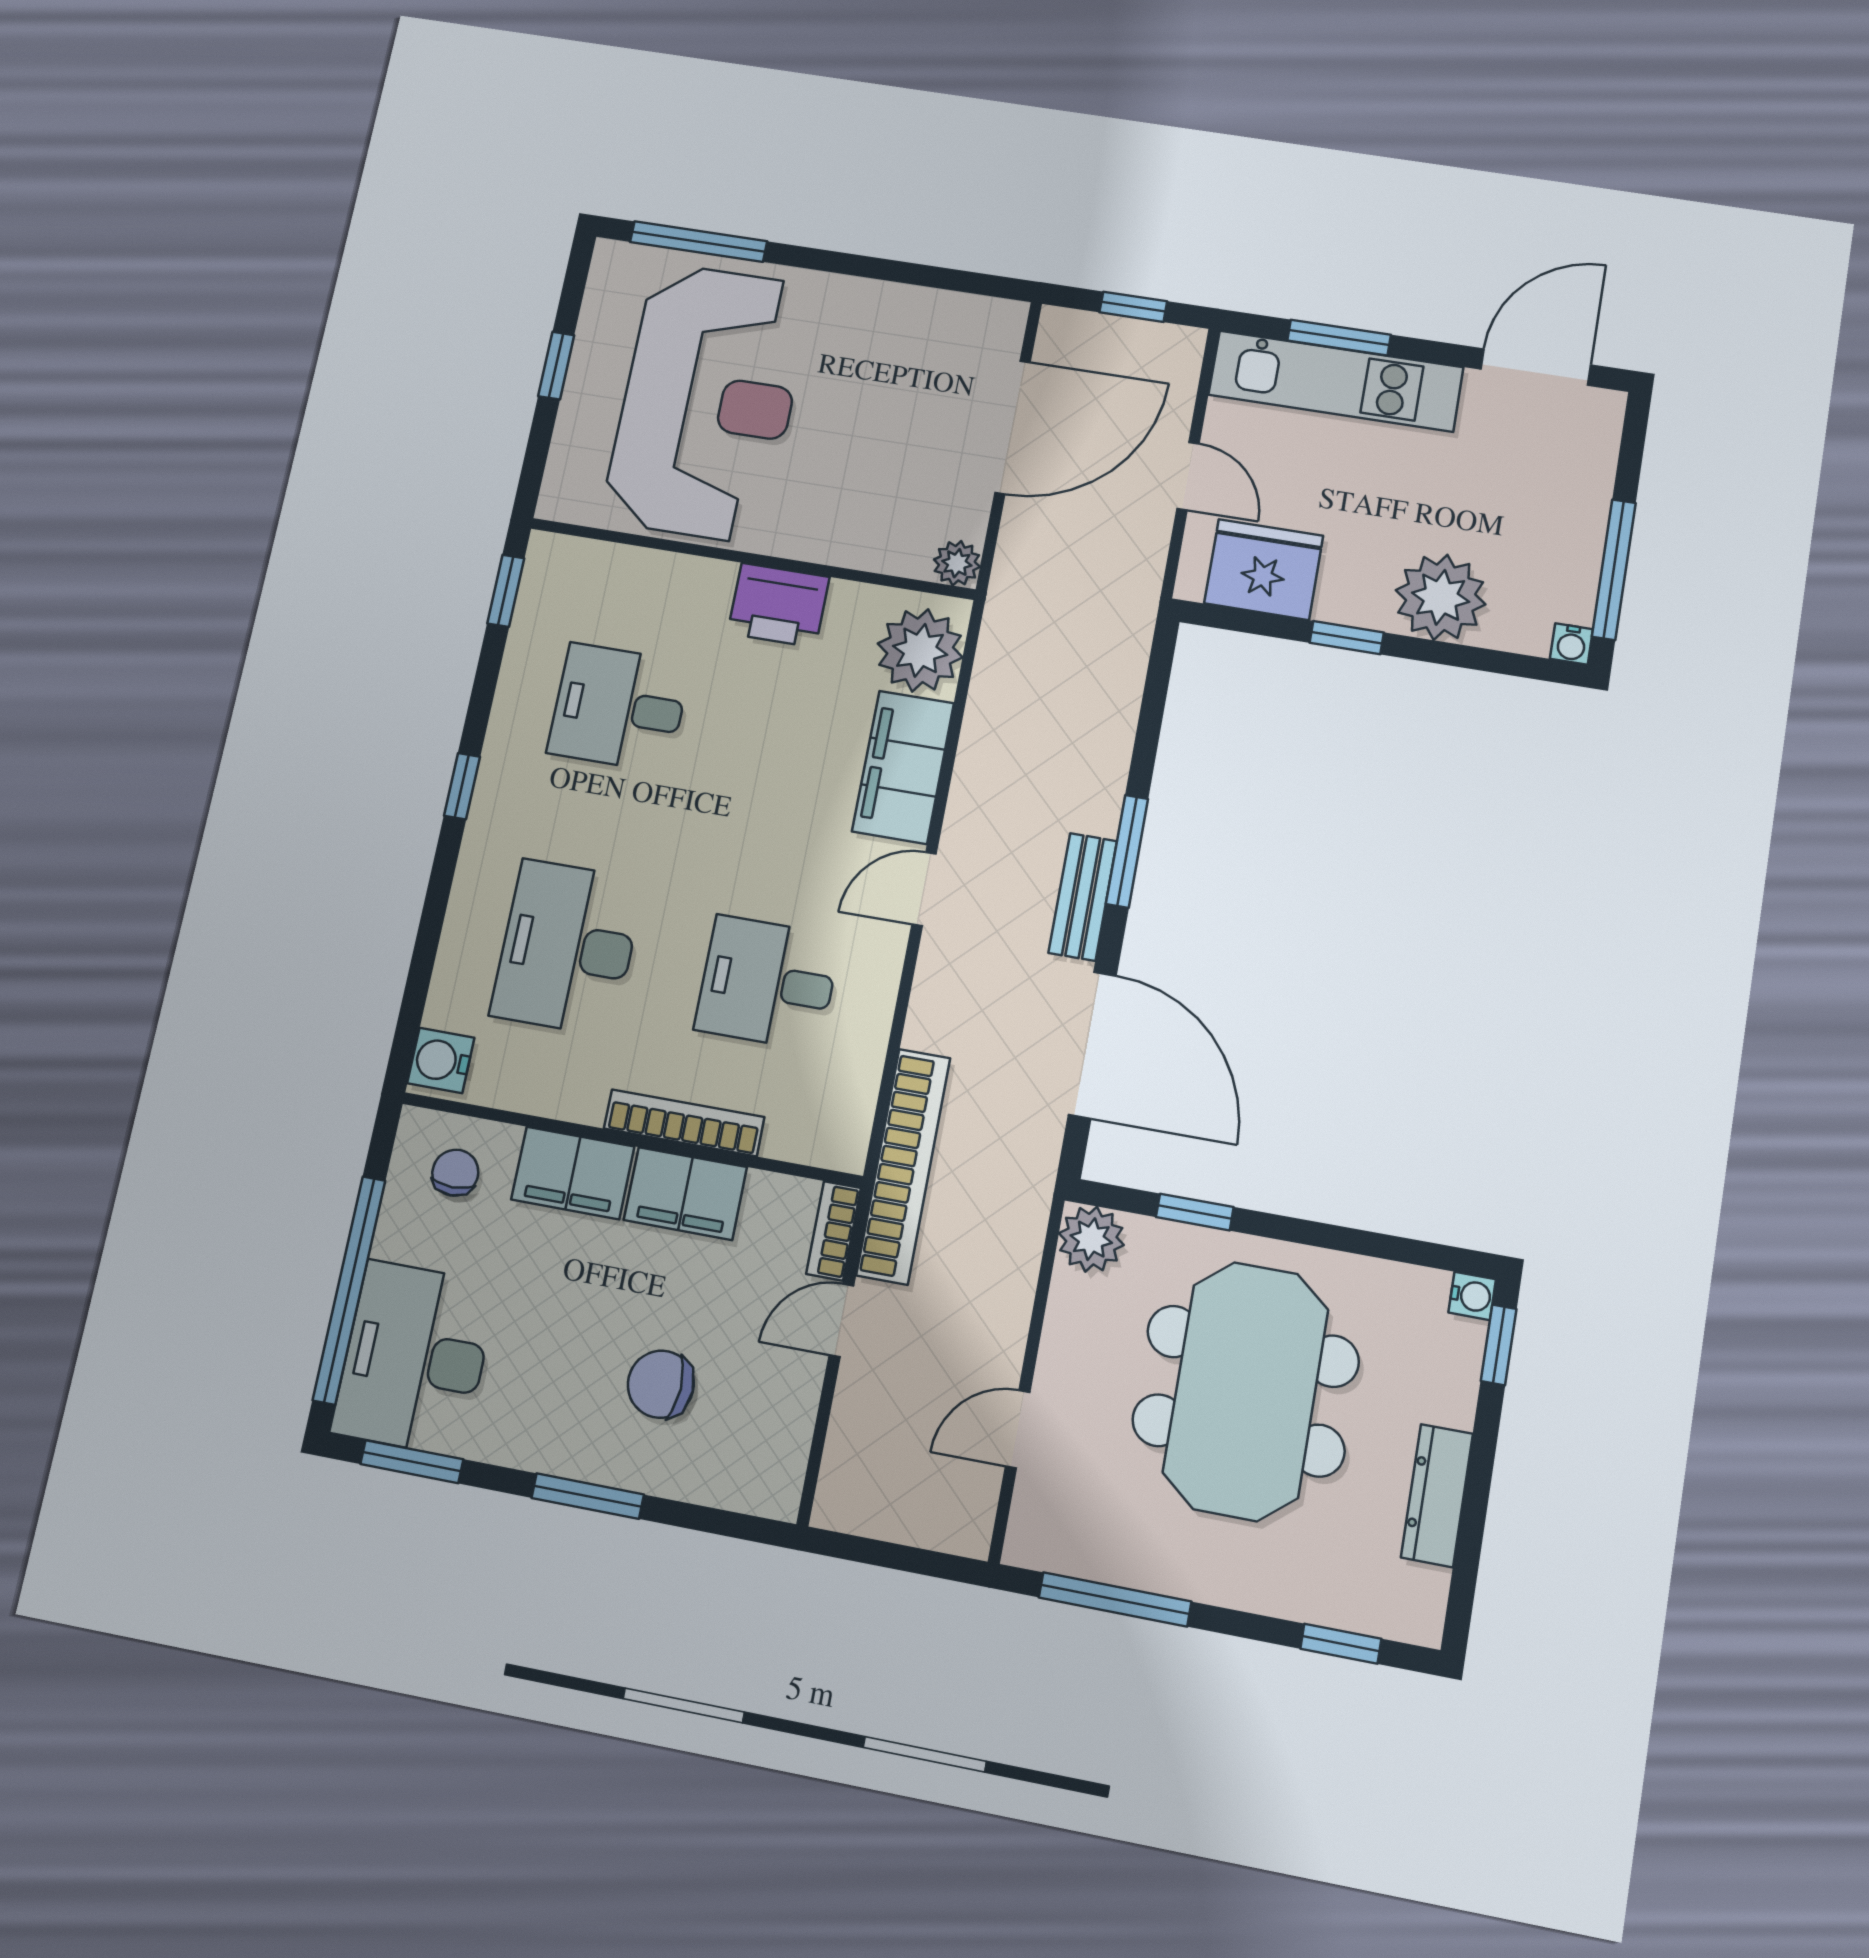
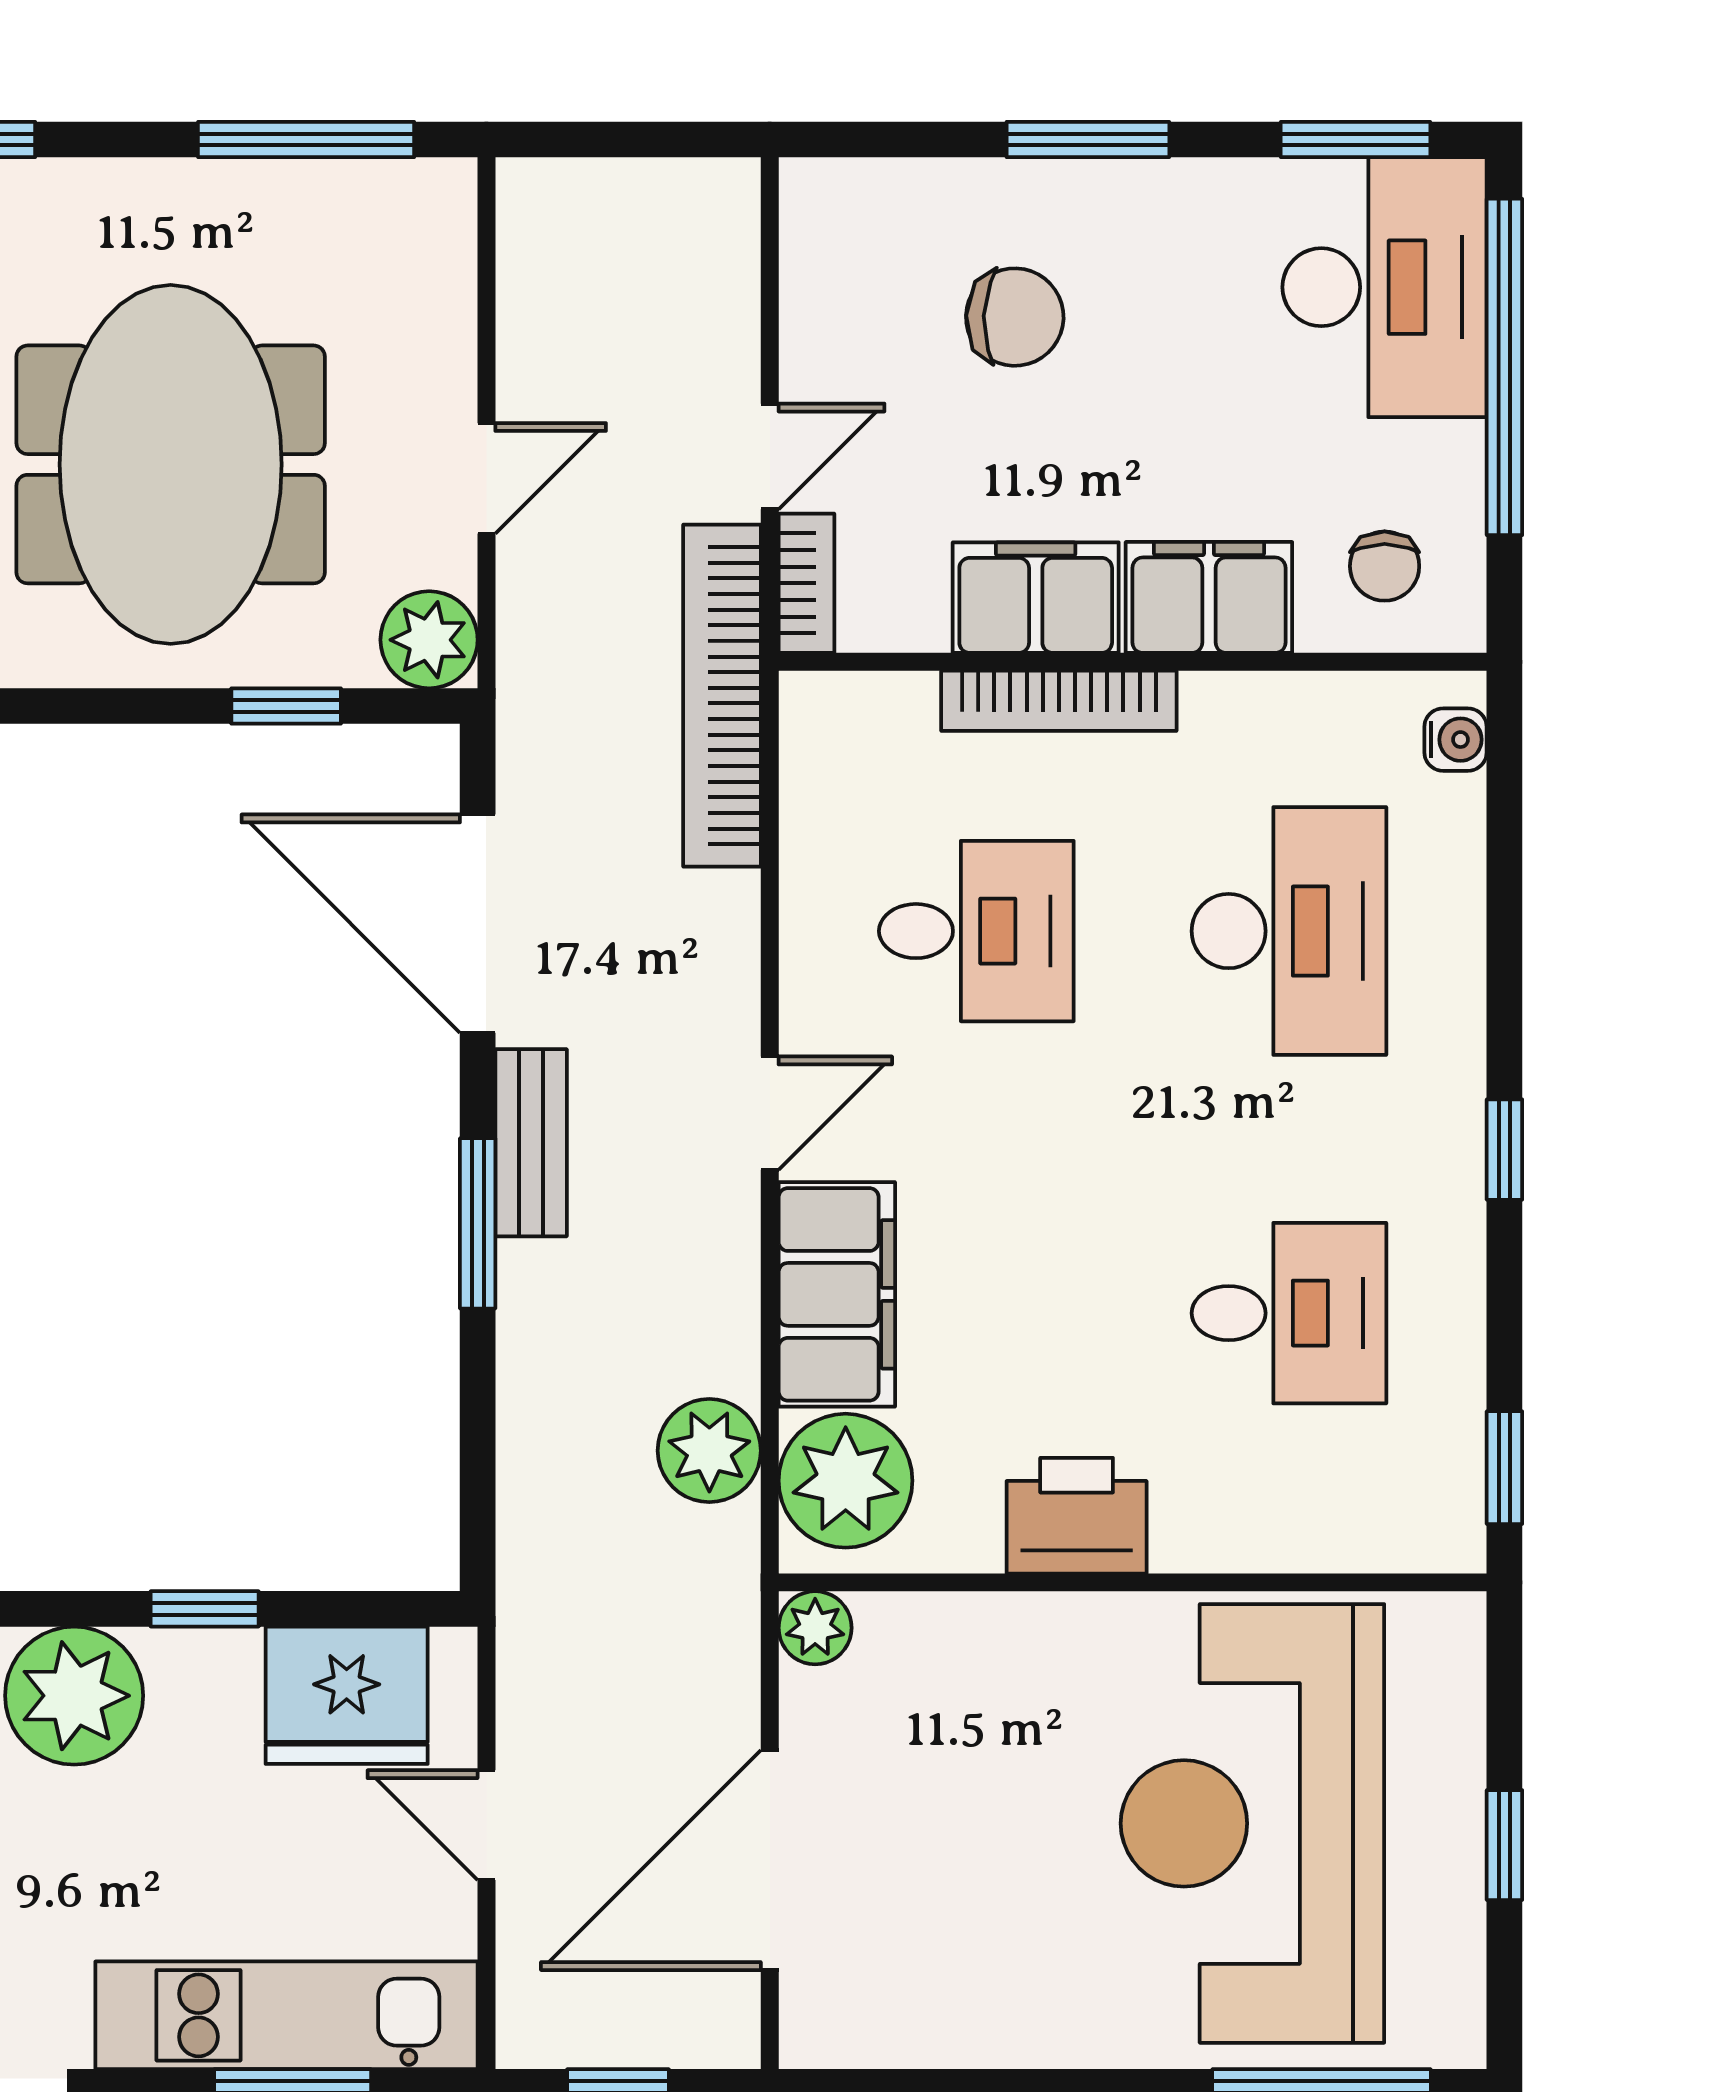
plant: (1003, 683) -> (709, 1451), added
water cooler: (441, 1060) -> (1456, 740), width x0.72, depth x0.72
door: (1018, 1429) -> (486, 478), moved

